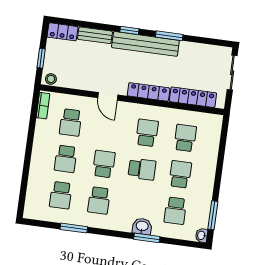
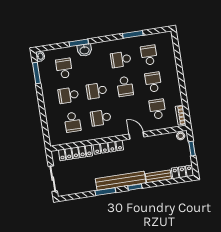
school desk: (147, 133) -> (101, 118), turned 90
school desk: (180, 174) -> (68, 95), turned 90
school desk: (99, 200) -> (121, 59), turned -90

